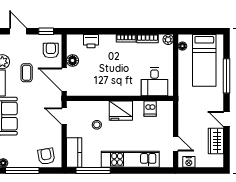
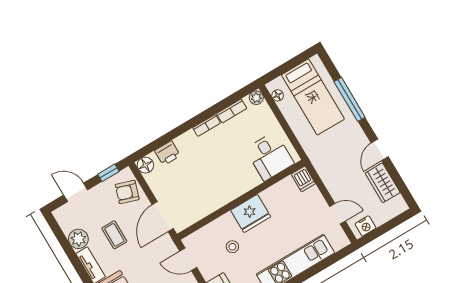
armchair: (51, 50) -> (127, 192), turned -72
floor lamp: (73, 60) -> (145, 165), moved
door: (64, 79) -> (163, 217), hinge flipped
dishwasher: (150, 109) -> (303, 179), moved
door: (227, 119) -> (380, 150), hinge flipped

